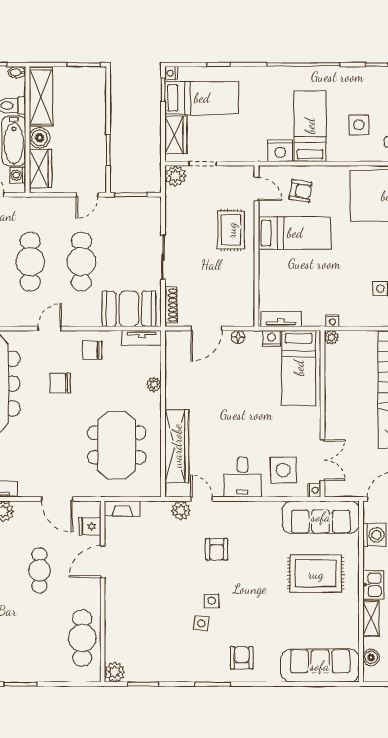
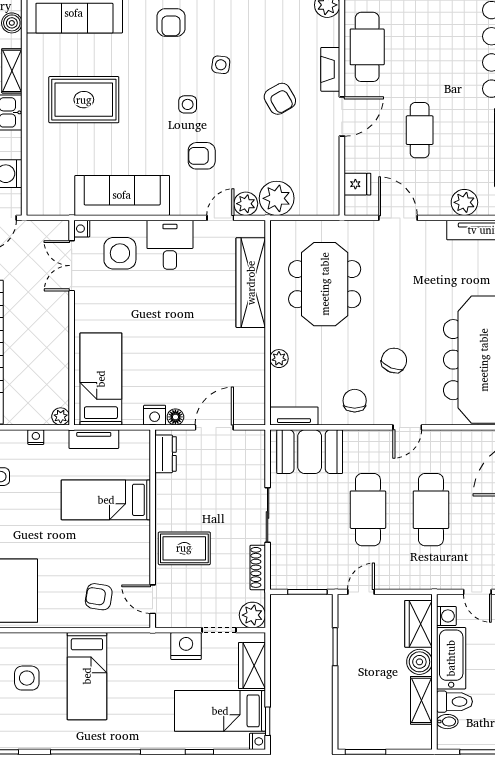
bidet: (17, 72) -> (447, 722), moved
shelving: (41, 97) -> (421, 700), width x0.67, depth x0.75
nightstand: (280, 151) -> (186, 646), moved
rug: (231, 230) -> (184, 548), turned 90
bed: (295, 233) -> (106, 500), moved
shoe rack: (171, 305) -> (258, 567), moved
dresser: (246, 307) -> (166, 454), added
tv unit: (281, 319) -> (94, 439), moved
nightstand: (332, 321) -> (36, 437), moved
nightstand: (271, 338) -> (155, 415), moved
chair: (92, 350) -> (355, 401), turned -90
chair: (60, 383) -> (394, 360), turned -68
door: (202, 499) -> (220, 218), swing flipped
fireplace: (122, 508) -> (330, 69), moved, turned -90
plant: (156, 515) -> (277, 198), added
sofa: (321, 517) -> (122, 195), moved
armchair: (217, 549) -> (202, 156), turned -90
door: (103, 562) -> (342, 117), moved
rug: (316, 574) -> (84, 100), moved
armchair: (153, 596) -> (280, 99), added
side table: (212, 601) -> (188, 104), moved

